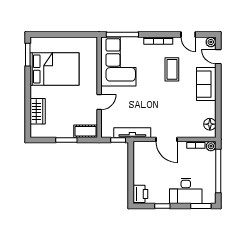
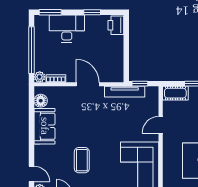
sofa: (206, 84) -> (45, 126), moved

